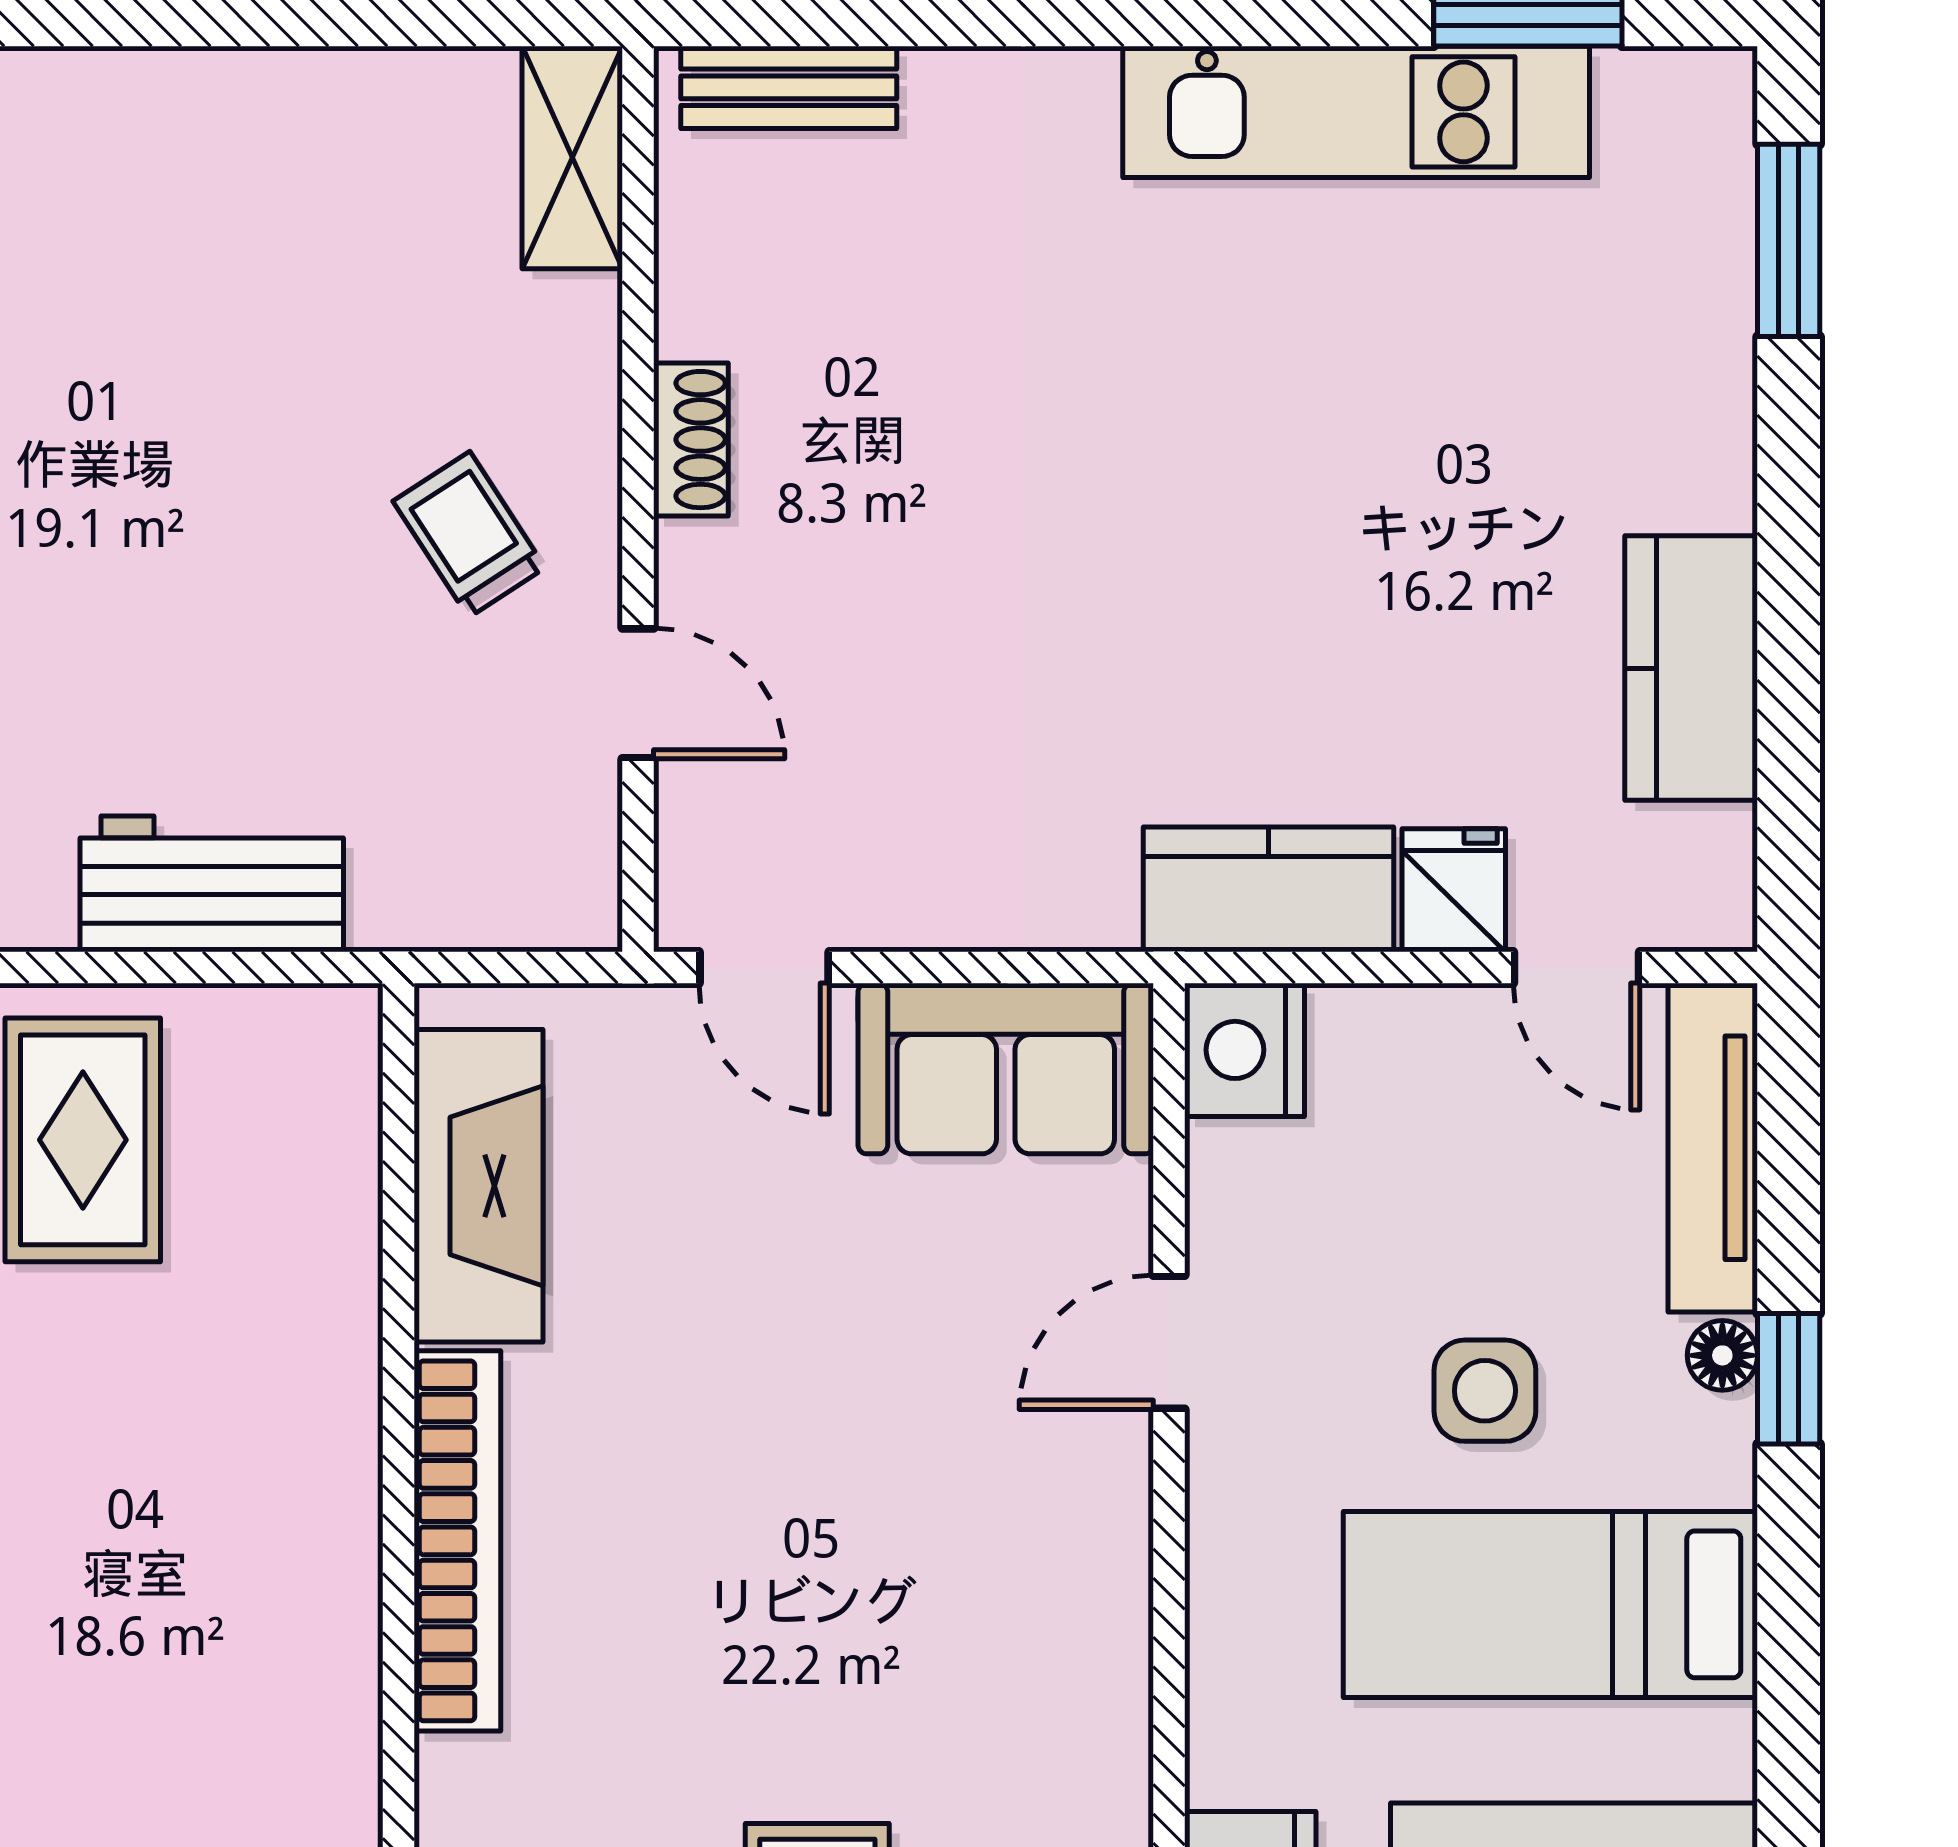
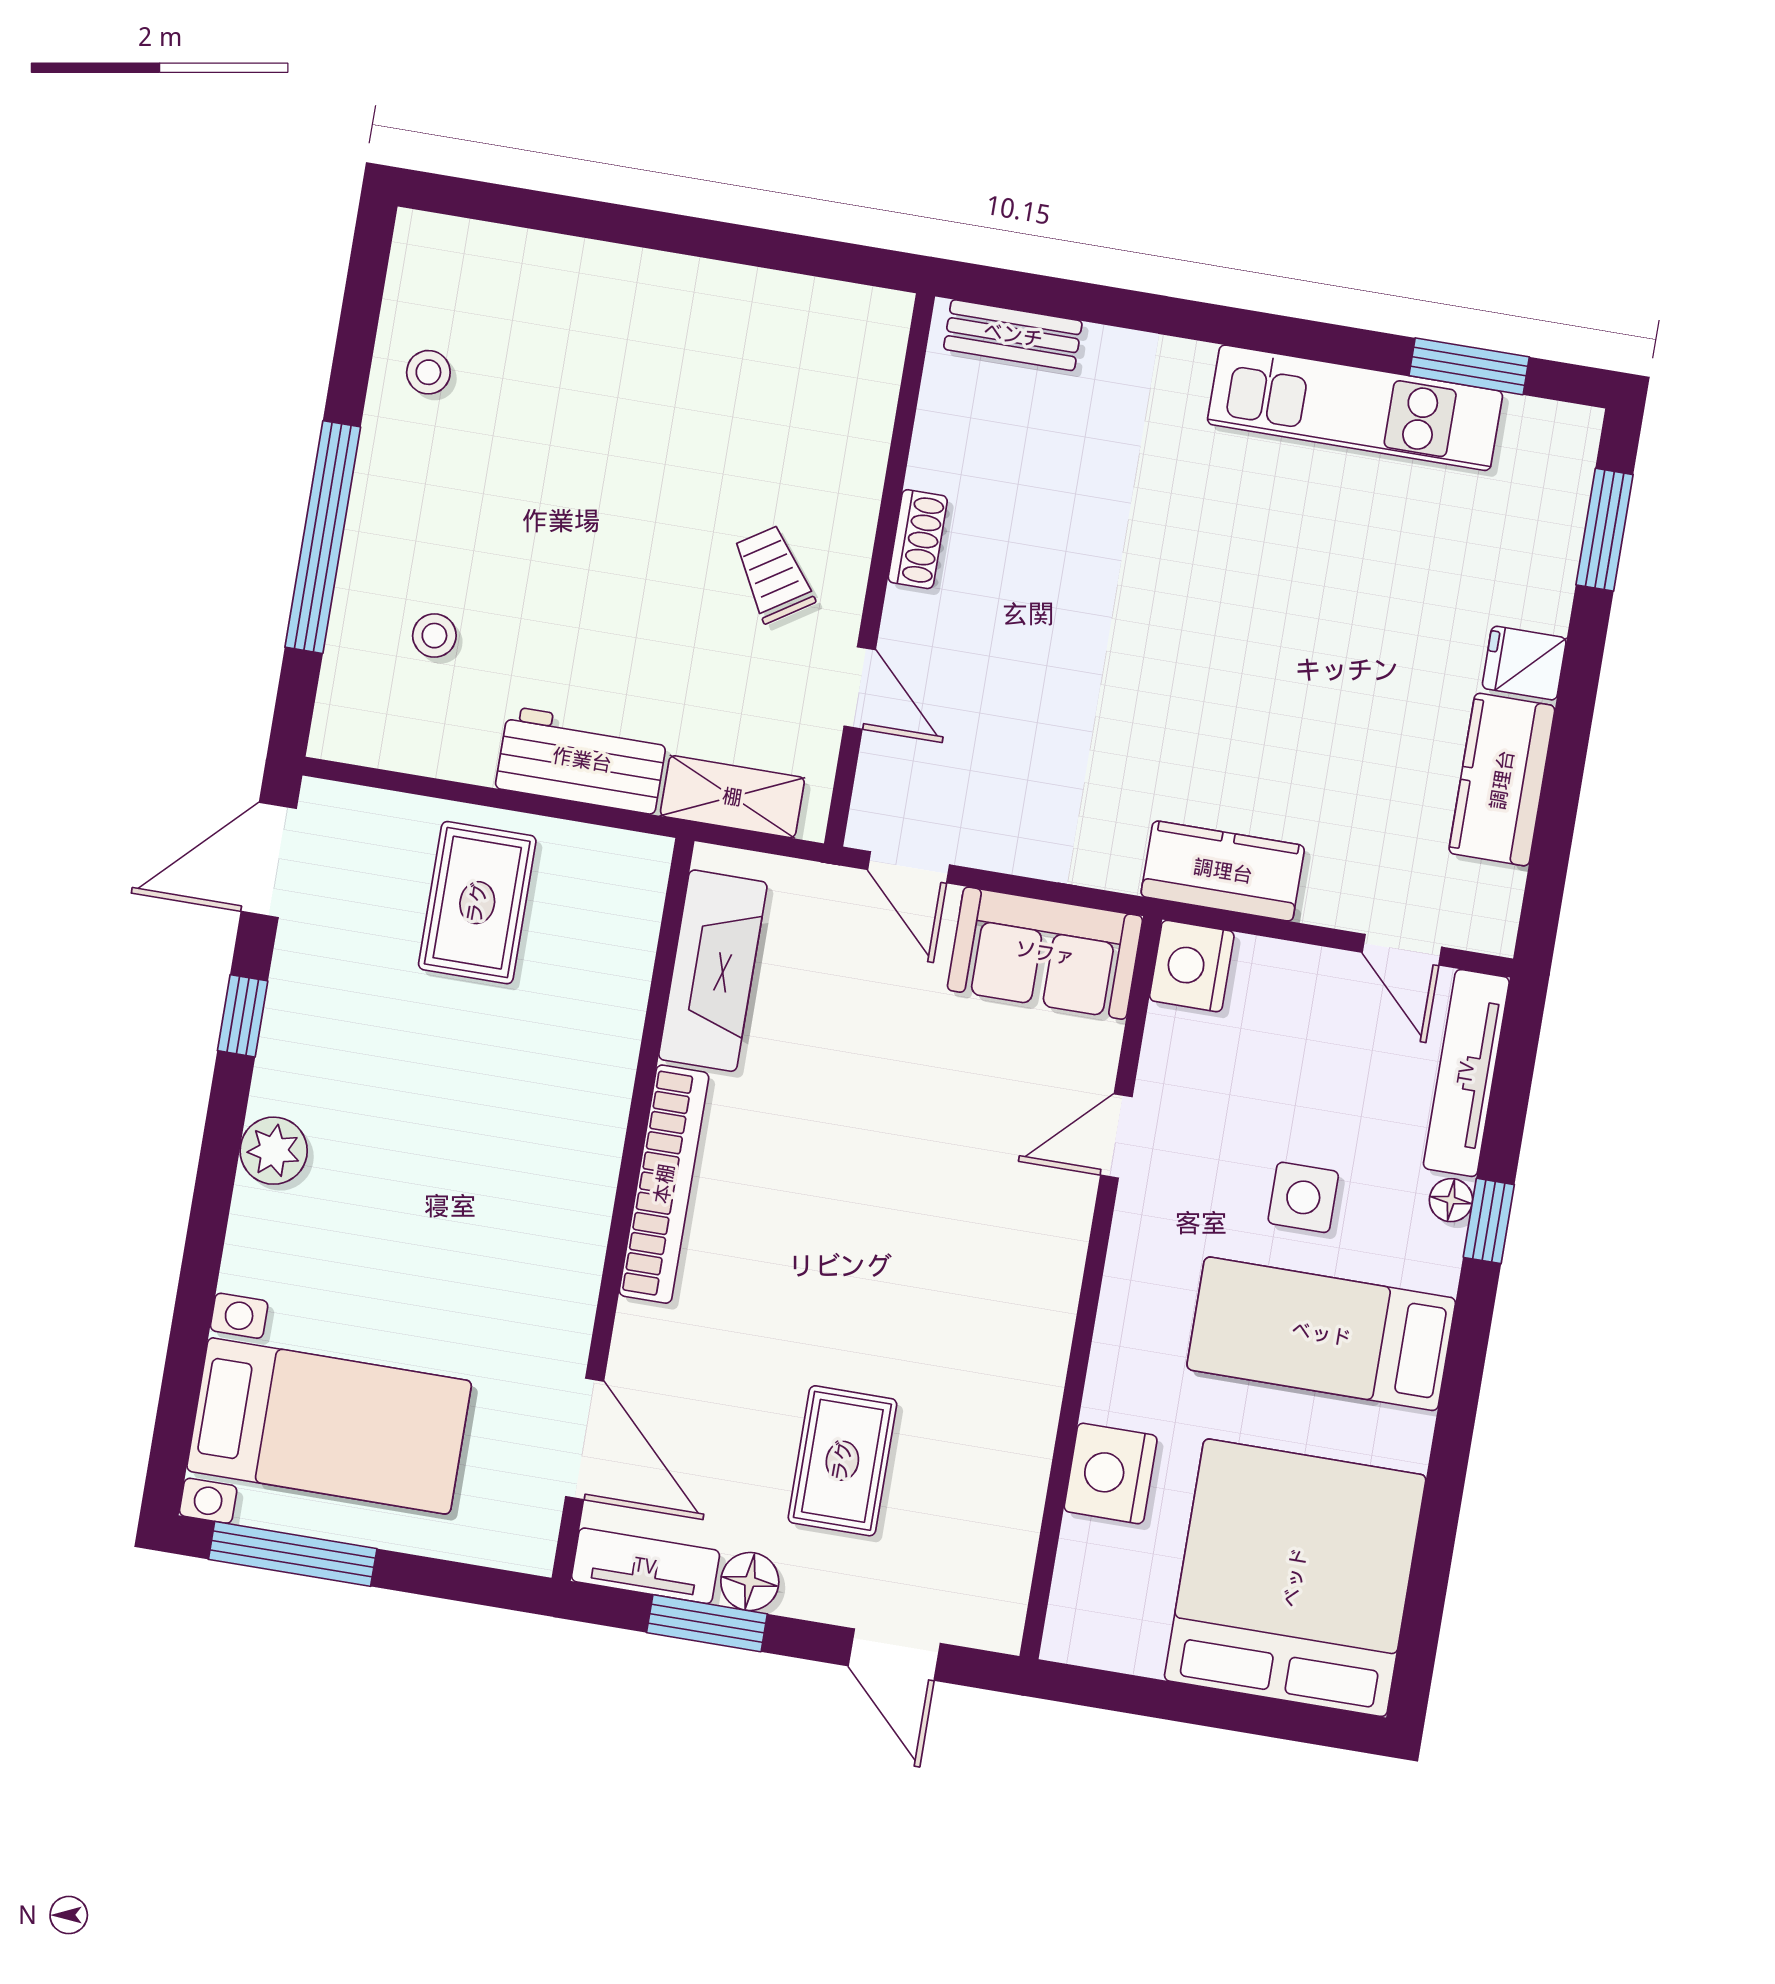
shelving: (572, 157) -> (732, 797), moved, turned 90
fridge: (1454, 890) -> (1524, 663), moved, turned -90

